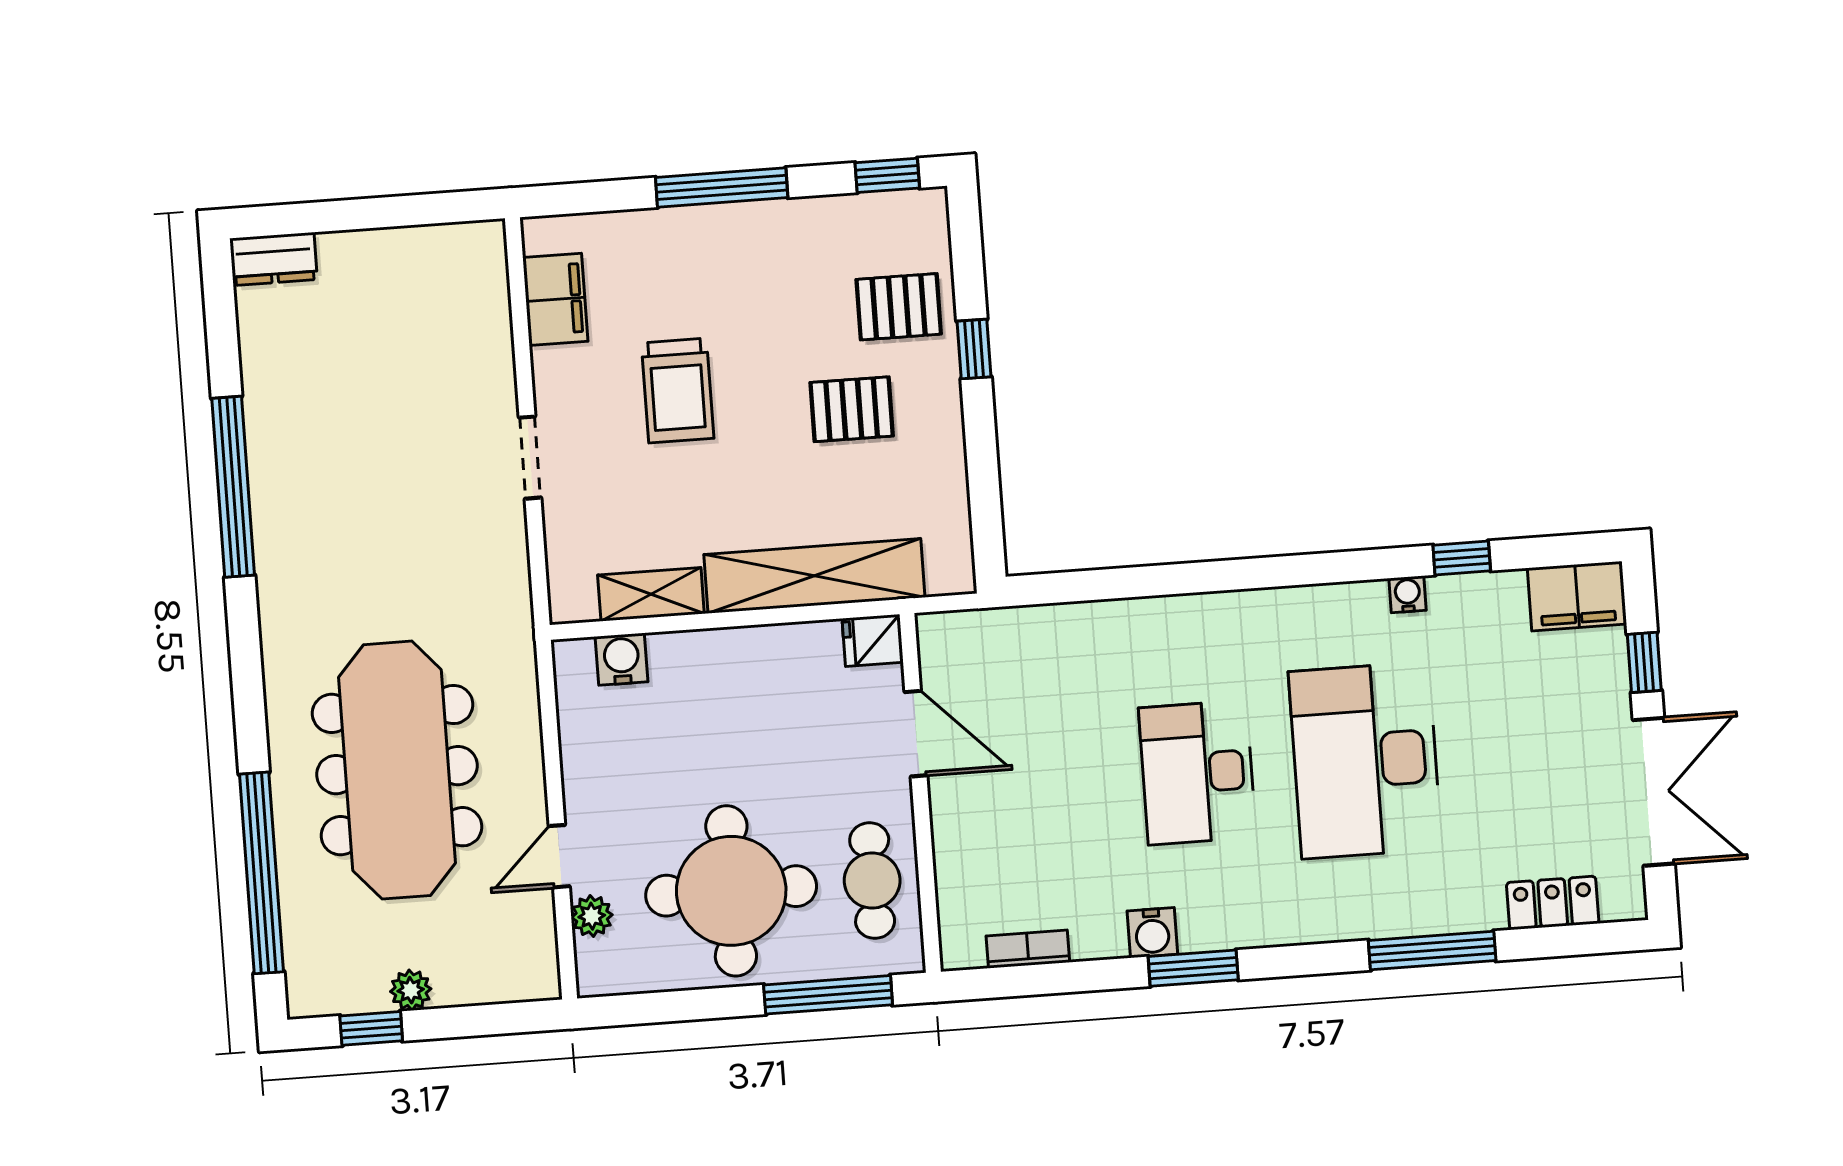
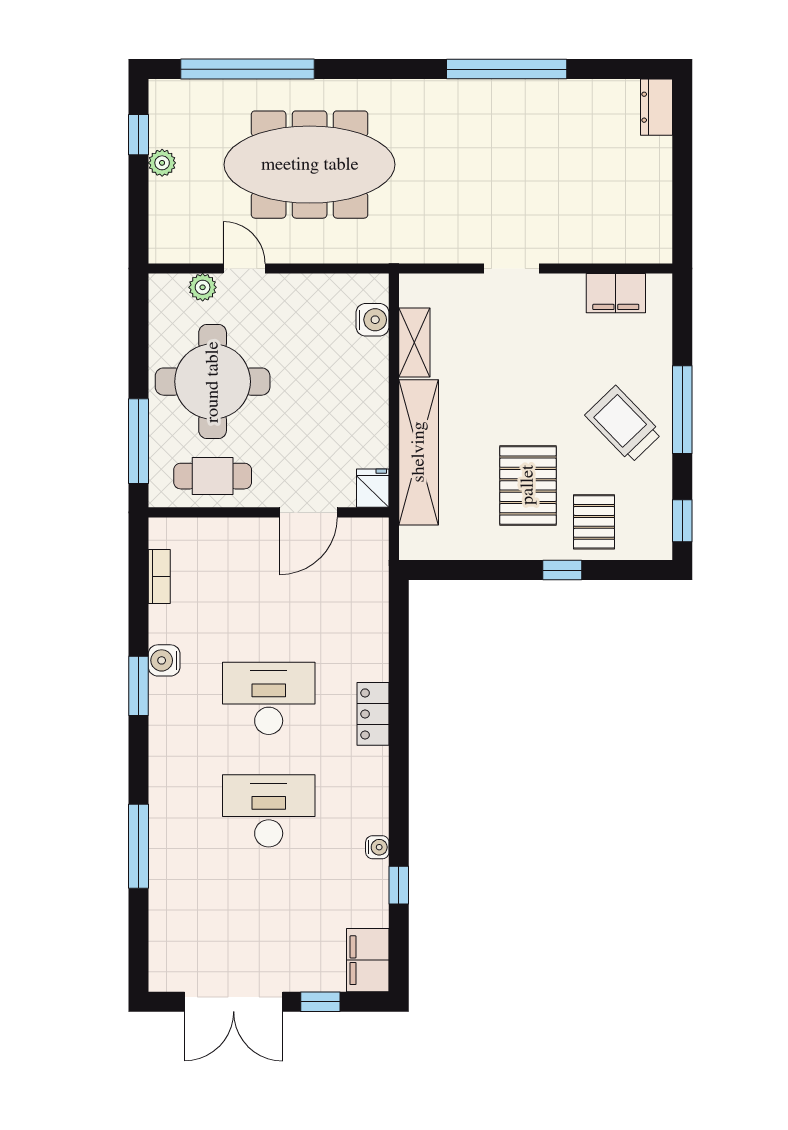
trolley: (678, 391) -> (623, 424), moved, turned 46
pallet: (852, 409) -> (528, 485), width x1.50, depth x1.42
desk: (1365, 760) -> (269, 811), width x0.73, depth x0.77
locker: (1553, 903) -> (373, 714), moved, turned 180

